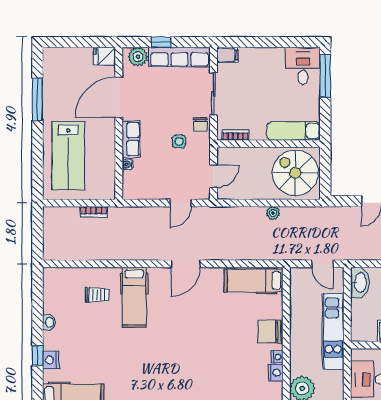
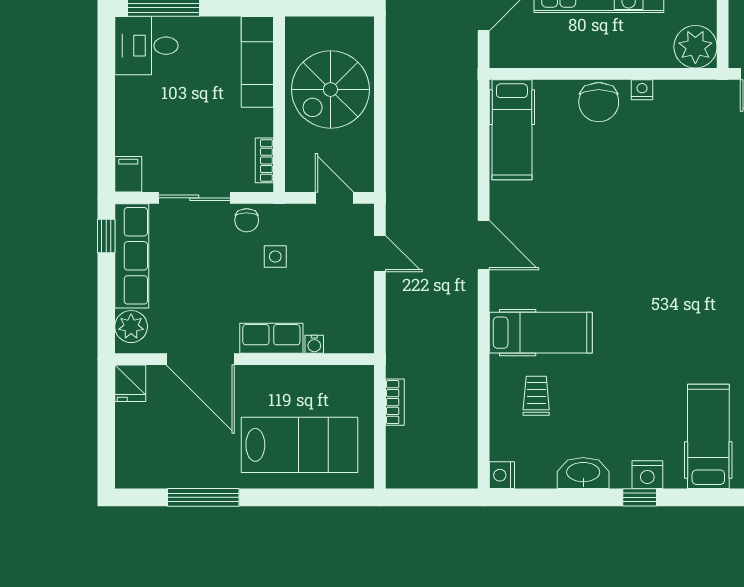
window: (161, 42) -> (106, 236), moved
chair: (200, 125) -> (247, 220), turned 90
spiral stairs: (295, 173) -> (330, 90), moved
plant: (273, 213) -> (397, 97), removed
washbasin: (49, 322) -> (583, 473), width x1.91, depth x1.45
nightstand: (276, 373) -> (502, 475), moved, turned -90

